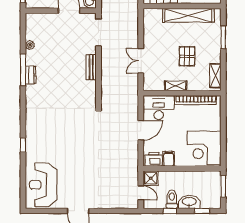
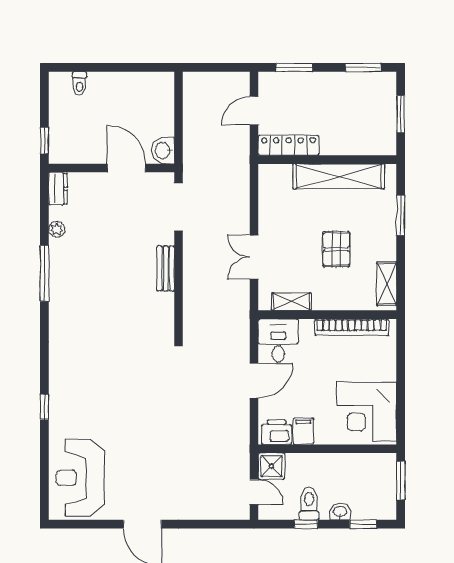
dresser: (31, 75) -> (58, 189), moved
shelving: (176, 86) -> (291, 302), moved
desk: (159, 108) -> (278, 340), width x0.73
washbasin: (189, 202) -> (340, 512), width x0.52, depth x0.69

